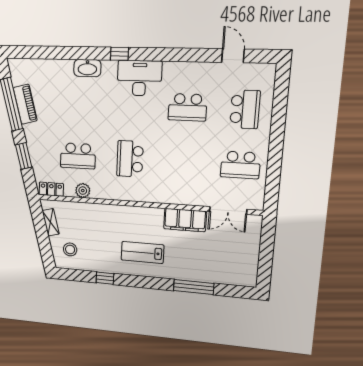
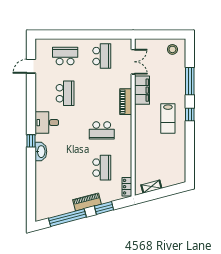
washbasin: (87, 68) -> (41, 152), moved
desk: (139, 78) -> (47, 123), width x0.73
piano: (25, 104) -> (87, 202), moved
plant: (83, 191) -> (126, 163), removed
piano: (170, 196) -> (126, 102), added
stool: (70, 249) -> (172, 49), moved
window: (105, 278) -> (190, 115), moved

